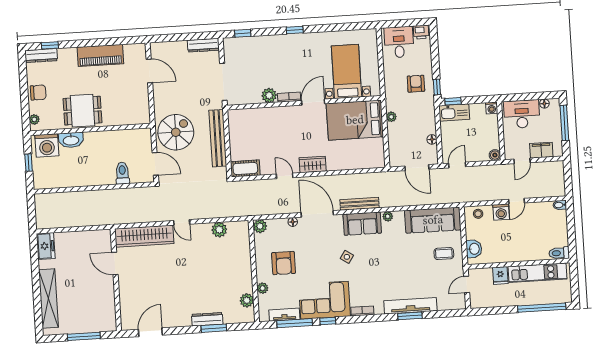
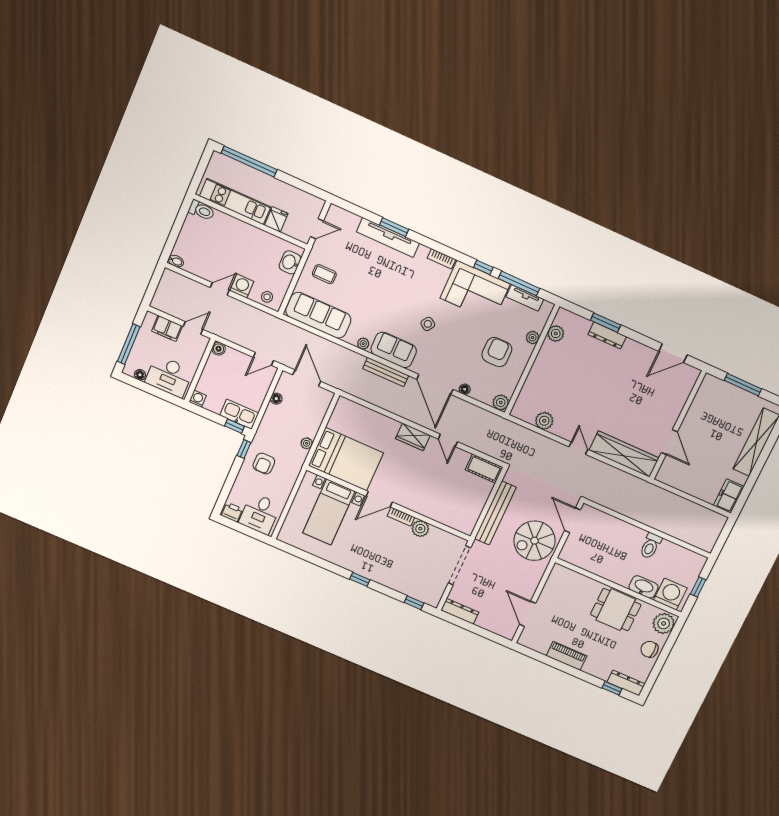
piano: (100, 55) -> (567, 656), width x0.73, depth x0.75
plant: (34, 119) -> (664, 623), width x1.88, depth x1.88
toilet: (122, 173) -> (650, 546), moved

